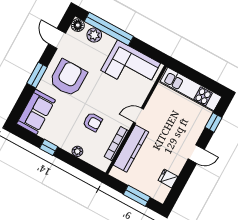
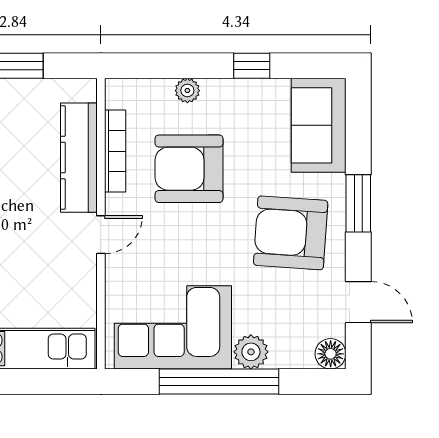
window: (109, 29) -> (219, 382), moved
plant: (94, 35) -> (251, 352), moved
armchair: (68, 78) -> (291, 233), turned 94
armchair: (93, 122) -> (189, 169), width x1.88, depth x1.88

